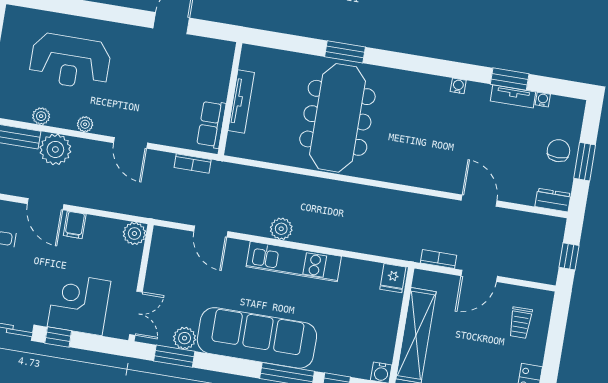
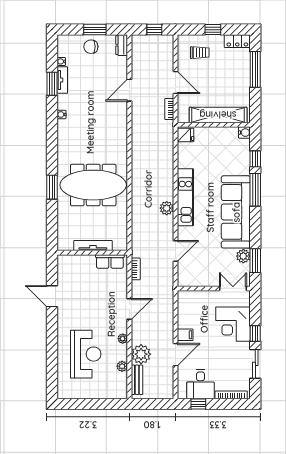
plant: (134, 234) -> (184, 297), removed
window: (554, 349) -> (213, 30), added

